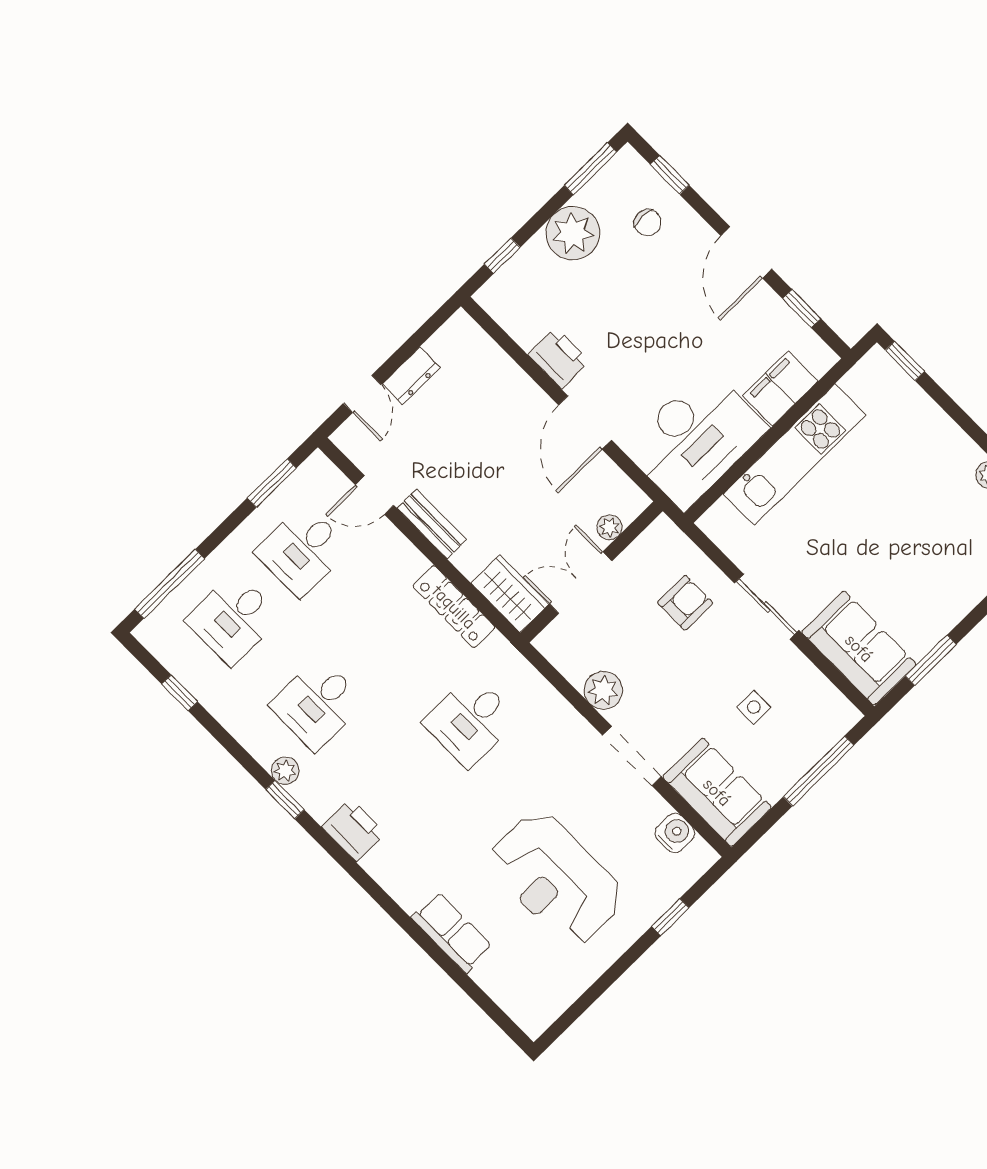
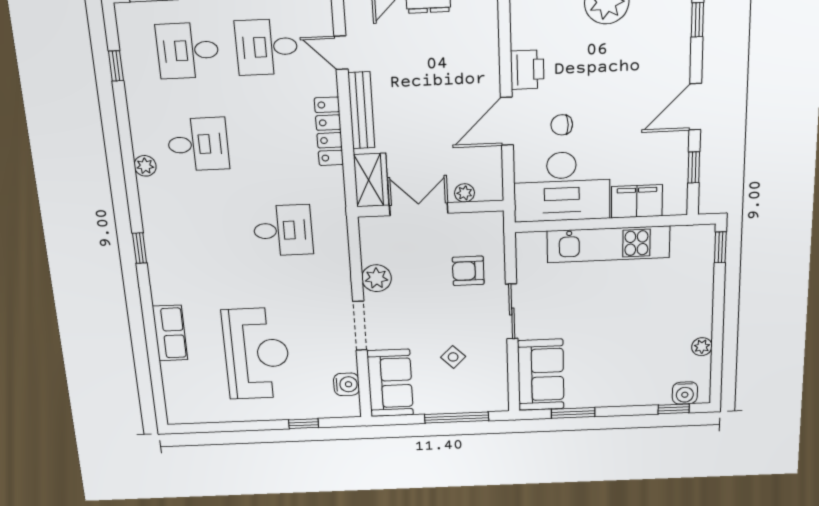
chair: (648, 223) -> (562, 125), moved, turned 90
bench: (432, 524) -> (361, 110), width x1.36
armchair: (685, 603) -> (468, 271), turned 180
locker: (454, 607) -> (329, 131), moved
desk: (317, 704) -> (198, 144), turned 180
side table: (754, 707) -> (453, 357), turned 45
desk: (470, 721) -> (283, 230), turned 180
window: (285, 800) -> (140, 248), moved
printer: (353, 830) -> (159, 233), removed
reception desk: (556, 879) -> (257, 354), turned 180

